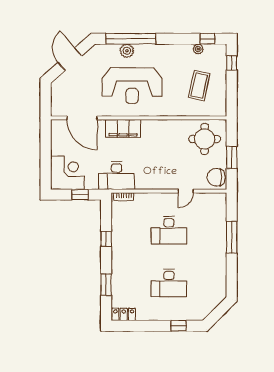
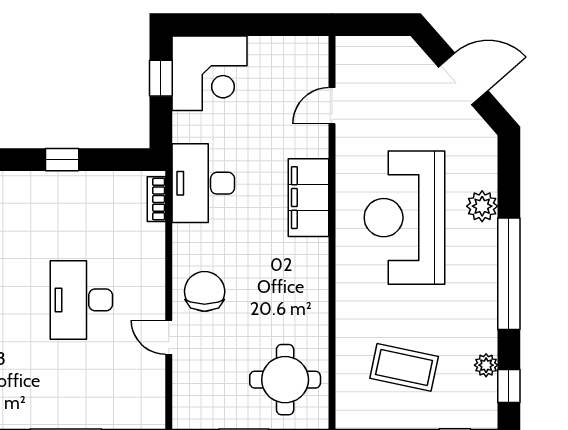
window: (131, 39) -> (509, 274), moved
door: (82, 118) -> (332, 106), width x0.53
chair: (216, 177) -> (205, 291), moved
window: (80, 195) -> (161, 78), moved

